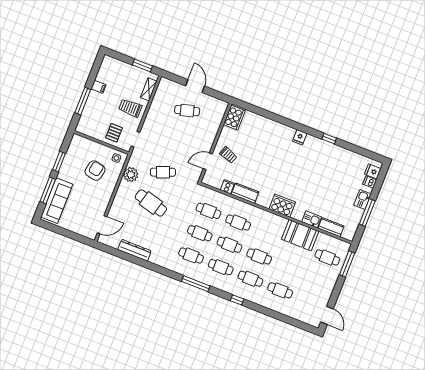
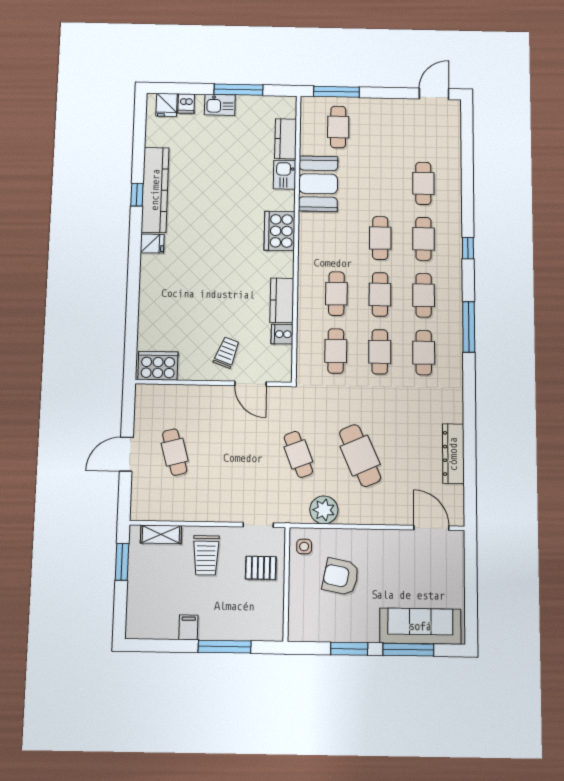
kitchen counter: (328, 149) -> (155, 190), added
cafe table: (151, 203) -> (360, 455), turned -39

